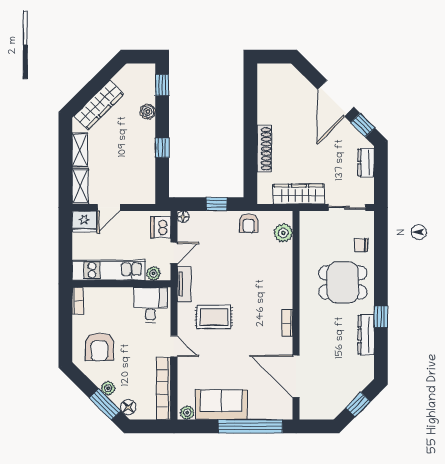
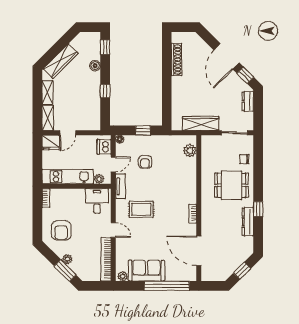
shoe rack: (264, 149) -> (177, 59), moved
armchair: (249, 223) -> (145, 162), moved
floor lamp: (128, 407) -> (81, 273), removed

